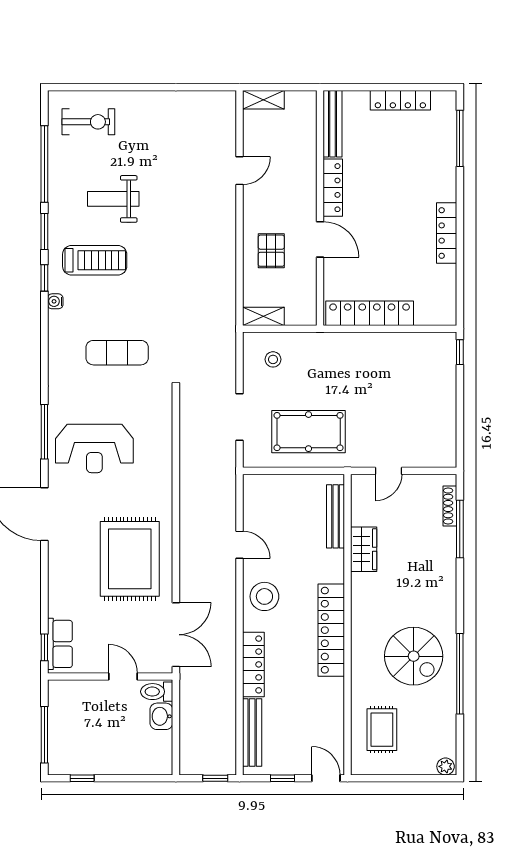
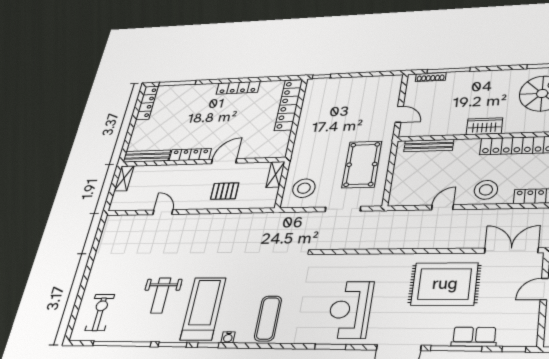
shelving: (263, 100) -> (124, 178), moved
locker: (400, 100) -> (147, 103), moved
treadmill: (95, 260) -> (203, 309), width x1.37, depth x1.38
locker: (370, 313) -> (289, 105), moved
shelving: (263, 316) -> (275, 174), moved
exercise mat: (117, 353) -> (268, 318), moved
stool: (273, 359) -> (304, 188), width x1.89, depth x1.89
window: (44, 432) -> (330, 347), width x0.69
reception desk: (94, 448) -> (350, 310), turned 180
wardrobe: (364, 549) -> (484, 126), moved
window: (44, 581) -> (456, 348), added
row of seats: (60, 644) -> (474, 337), moved

